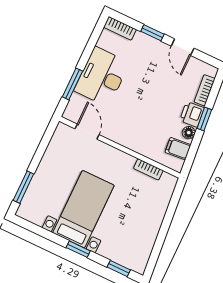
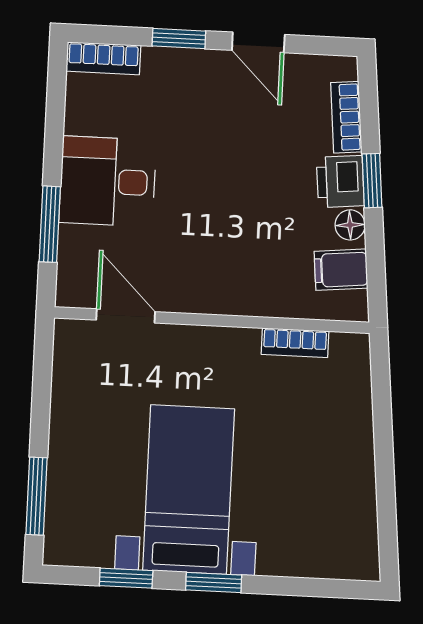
desk: (102, 77) -> (108, 181), width x0.73
window: (119, 268) -> (126, 578), moved

